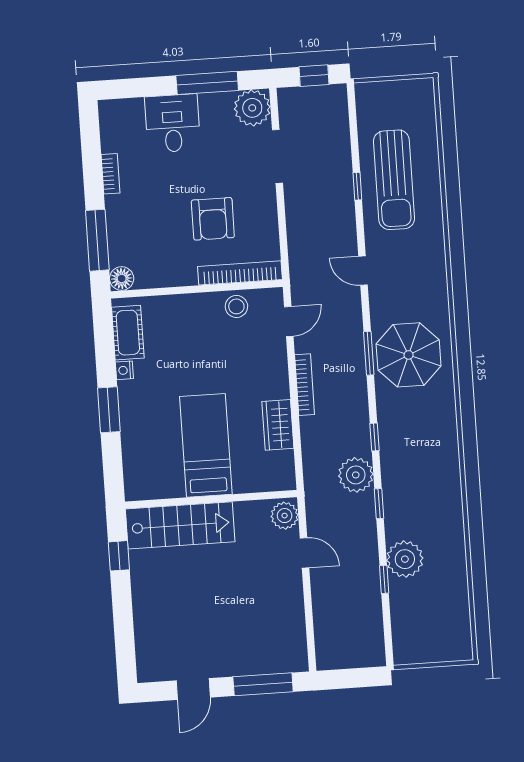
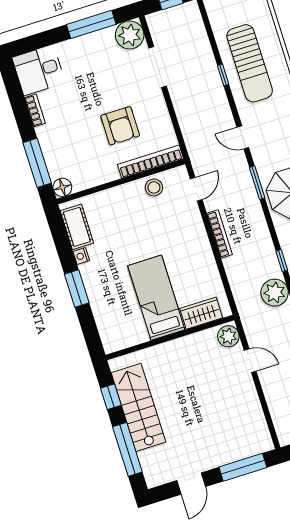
desk: (173, 123) -> (39, 70), moved, turned -90
window: (369, 353) -> (257, 183), moved
wardrobe: (278, 425) -> (201, 313), moved, turned 90
stairs: (180, 525) -> (138, 407), moved, turned -90
window: (124, 627) -> (127, 449), added

